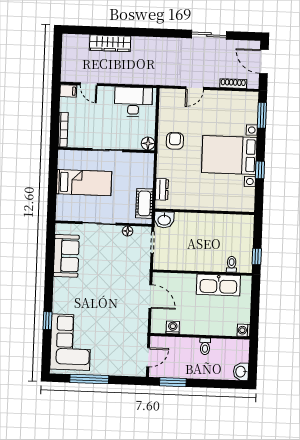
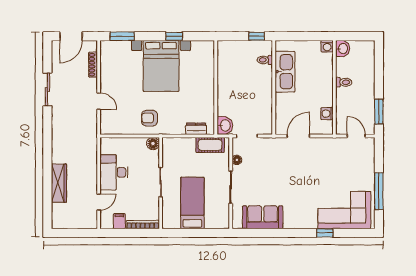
filing cabinet: (68, 91) -> (119, 221), moved
desk: (133, 102) -> (114, 172), moved
washbasin: (241, 372) -> (343, 49), moved, turned -90

